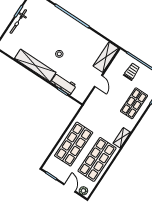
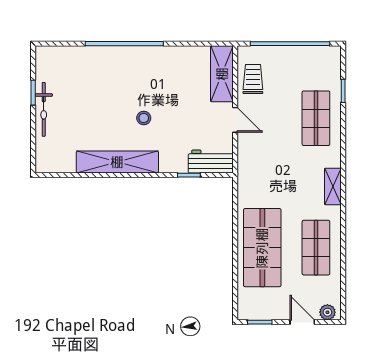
trolley: (132, 72) -> (253, 79), moved
workbench: (64, 84) -> (211, 162), moved
shop shelf: (97, 159) -> (316, 248), width x0.70, depth x0.74

